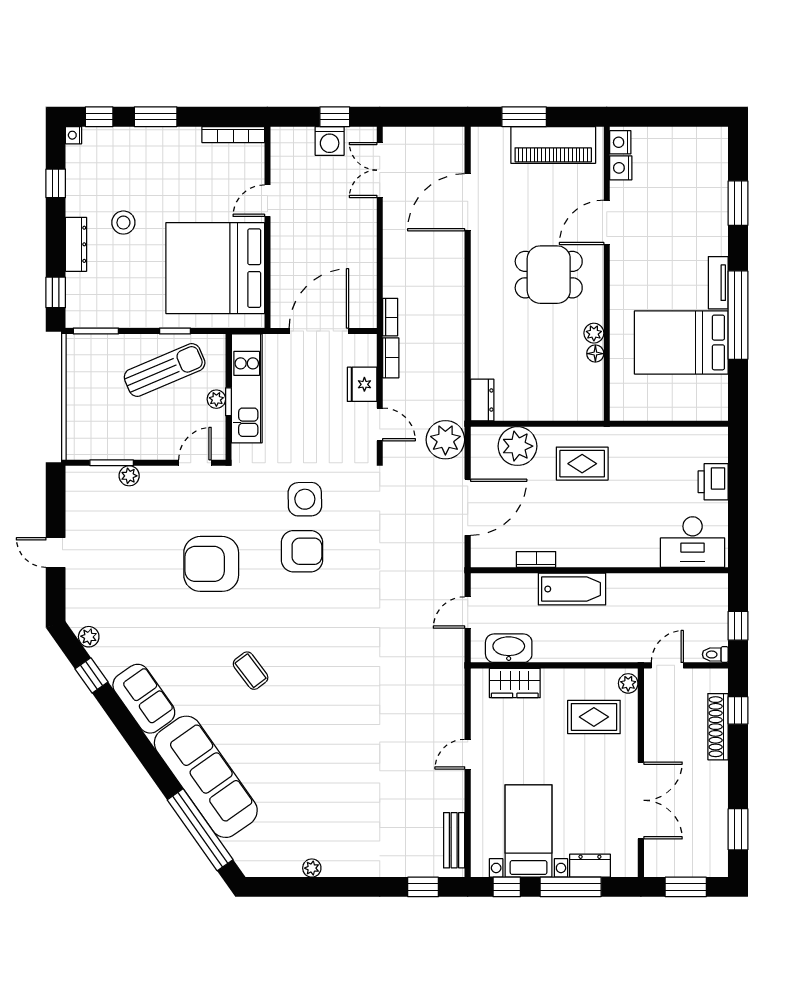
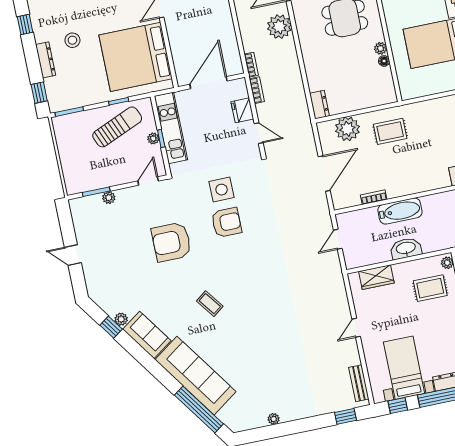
plant: (445, 440) -> (279, 27), moved
plant: (89, 637) -> (121, 319), moved
washbasin: (509, 648) -> (406, 248), moved

